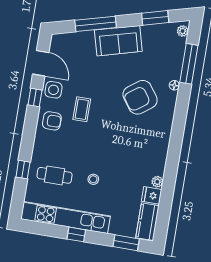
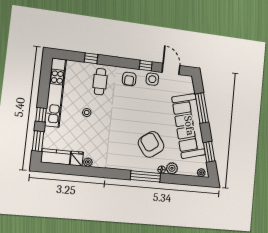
sofa: (118, 41) -> (189, 126), width x1.85, depth x1.27
door: (41, 63) -> (171, 69), swing flipped
window: (189, 64) -> (145, 176), moved
plant: (174, 71) -> (172, 168), added
coffee table: (82, 109) -> (139, 101), removed
cafe table: (55, 175) -> (100, 82), moved
window: (76, 234) -> (41, 115), moved

